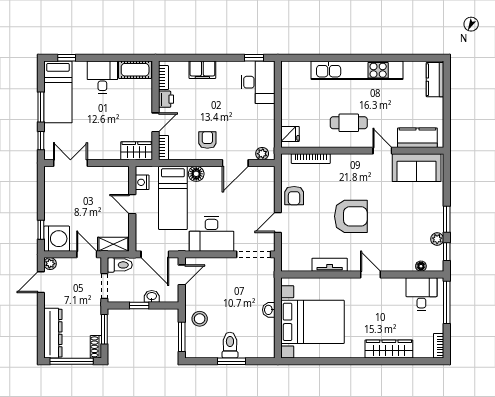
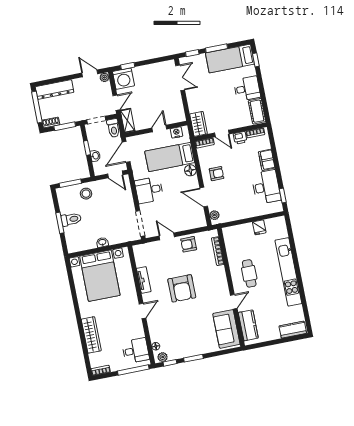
desk: (258, 82) -> (266, 187), moved, turned -90
fridge: (290, 134) -> (259, 227), moved
desk: (211, 234) -> (149, 190), width x0.73
plant: (437, 239) -> (163, 357), moved

